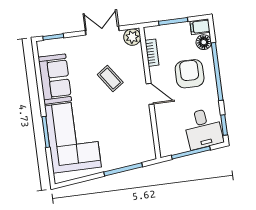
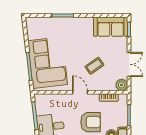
sofa: (55, 79) -> (111, 27), moved
door: (150, 94) -> (80, 92), swing flipped
corner sofa: (73, 136) -> (48, 63), moved, turned -96

